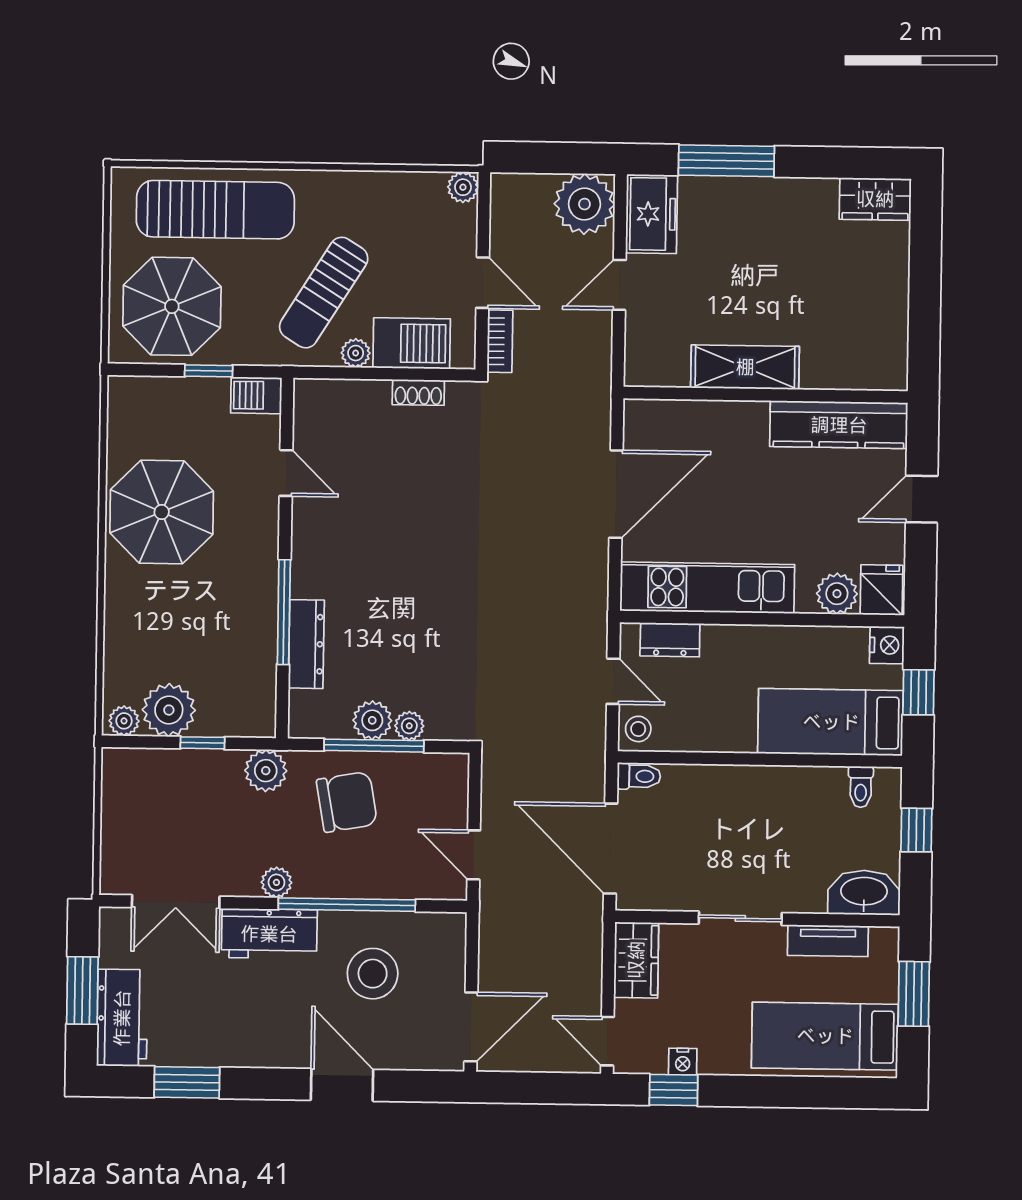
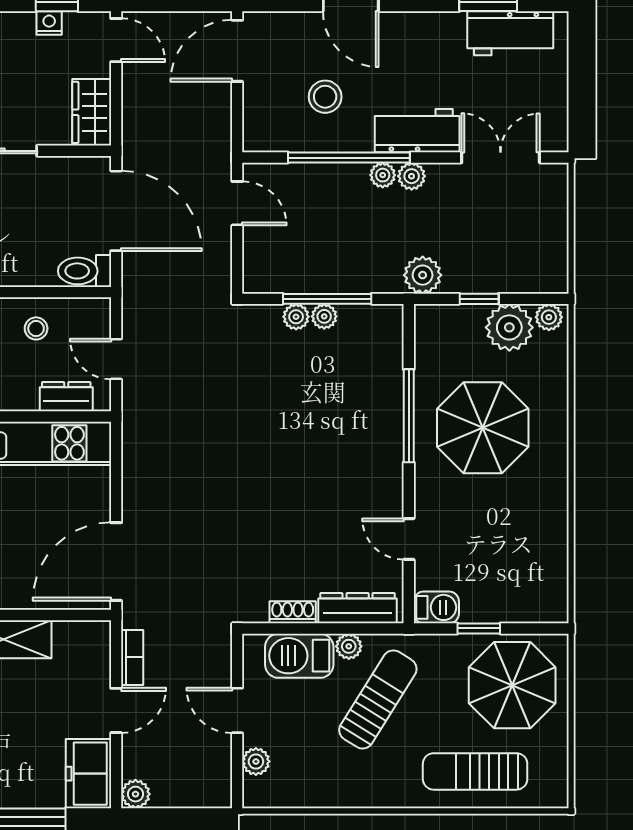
plant: (463, 187) -> (256, 761), moved
plant: (584, 204) -> (135, 794), width x0.53, depth x0.53
sun lounger: (215, 210) -> (475, 771), width x0.73, depth x0.75
bookcase: (500, 341) -> (132, 657), moved, turned 180
door: (616, 494) -> (116, 562), moved
parasol: (162, 512) -> (483, 428), moved
dresser: (306, 644) -> (358, 608), moved, turned 90
plant: (372, 720) -> (324, 316), width x0.73, depth x0.73
stool: (638, 729) -> (36, 328), moved
toilet: (639, 776) -> (85, 271), width x1.37, depth x1.39
chair: (347, 802) -> (350, 248), removed
plant: (309, 884) -> (383, 175), added
stool: (373, 974) -> (325, 97), width x0.73, depth x0.73
window: (82, 990) -> (582, 78), removed
workbench: (122, 1018) -> (510, 33), moved, turned -90

